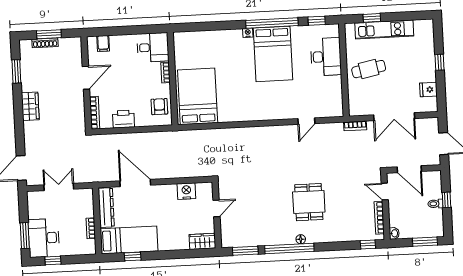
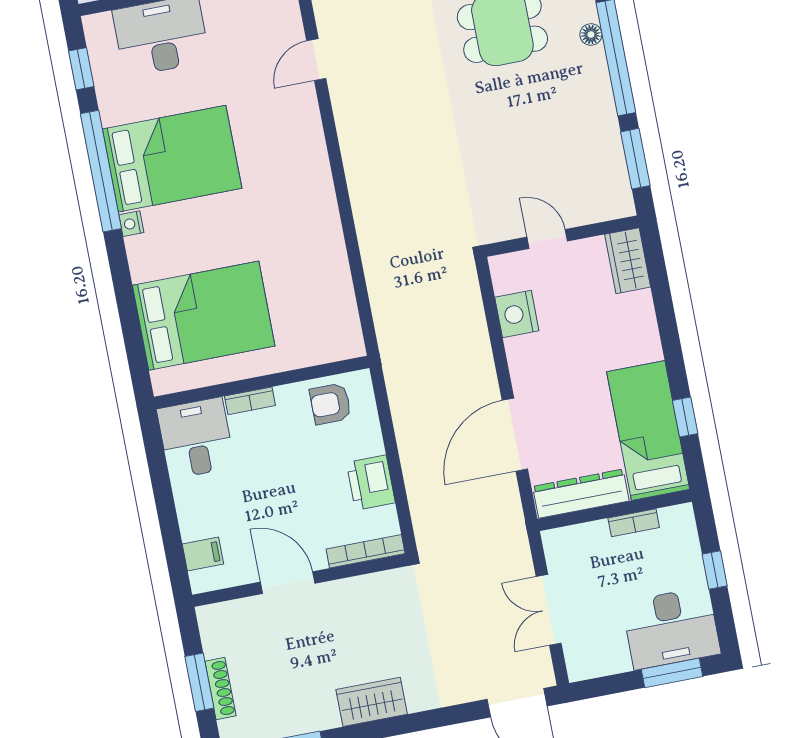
bed: (198, 96) -> (204, 316), moved, turned 180
door: (306, 121) -> (316, 60), swing flipped
window: (53, 260) -> (715, 570), moved

